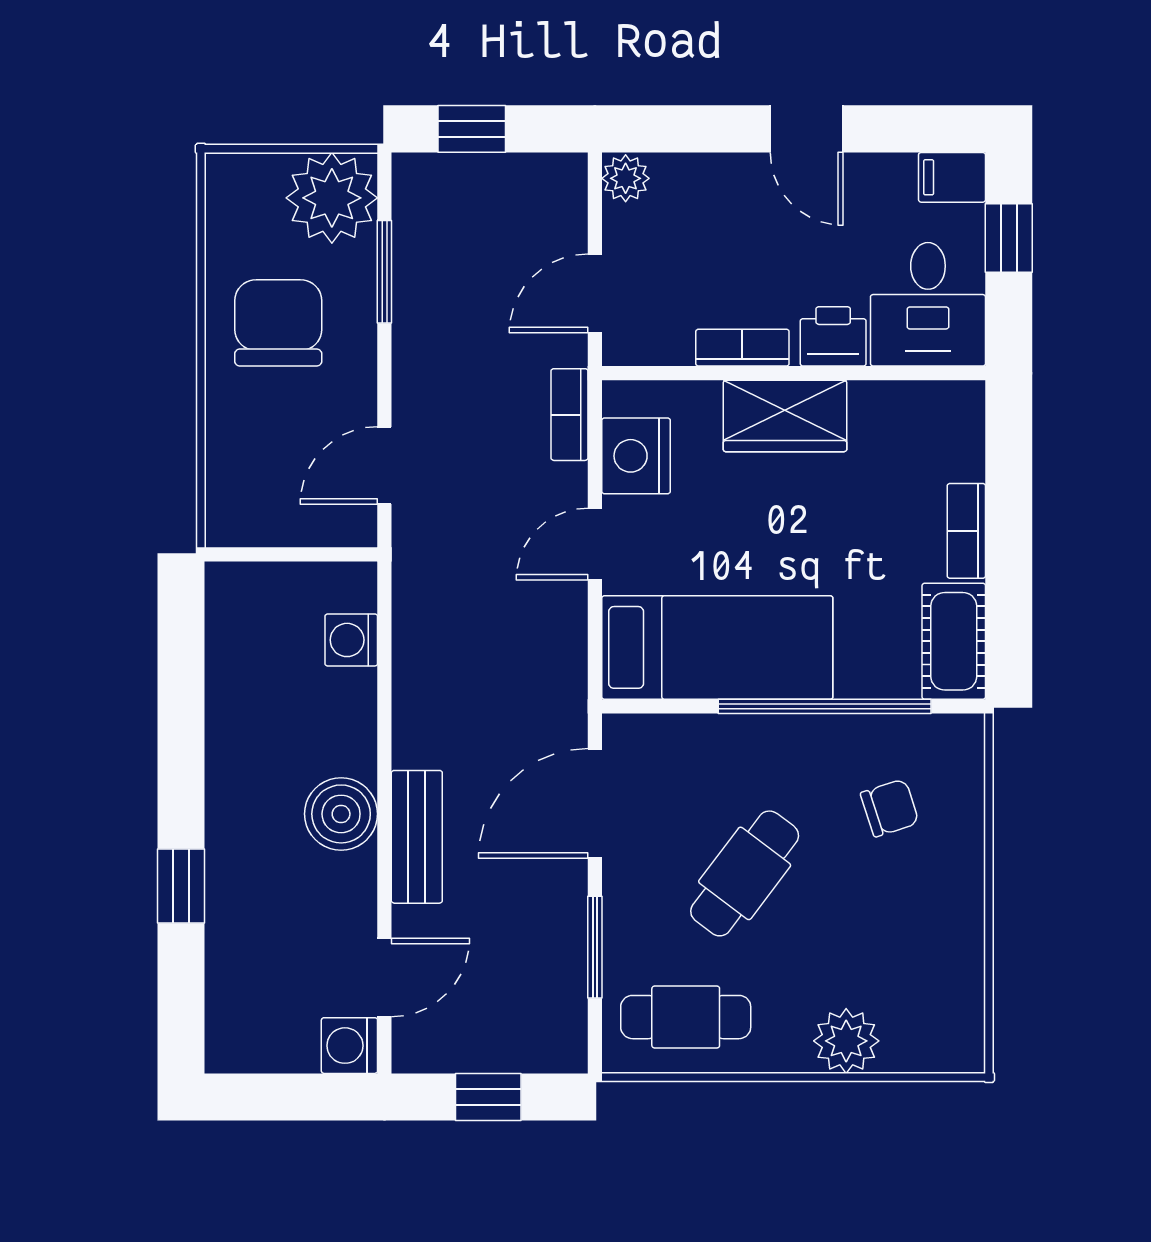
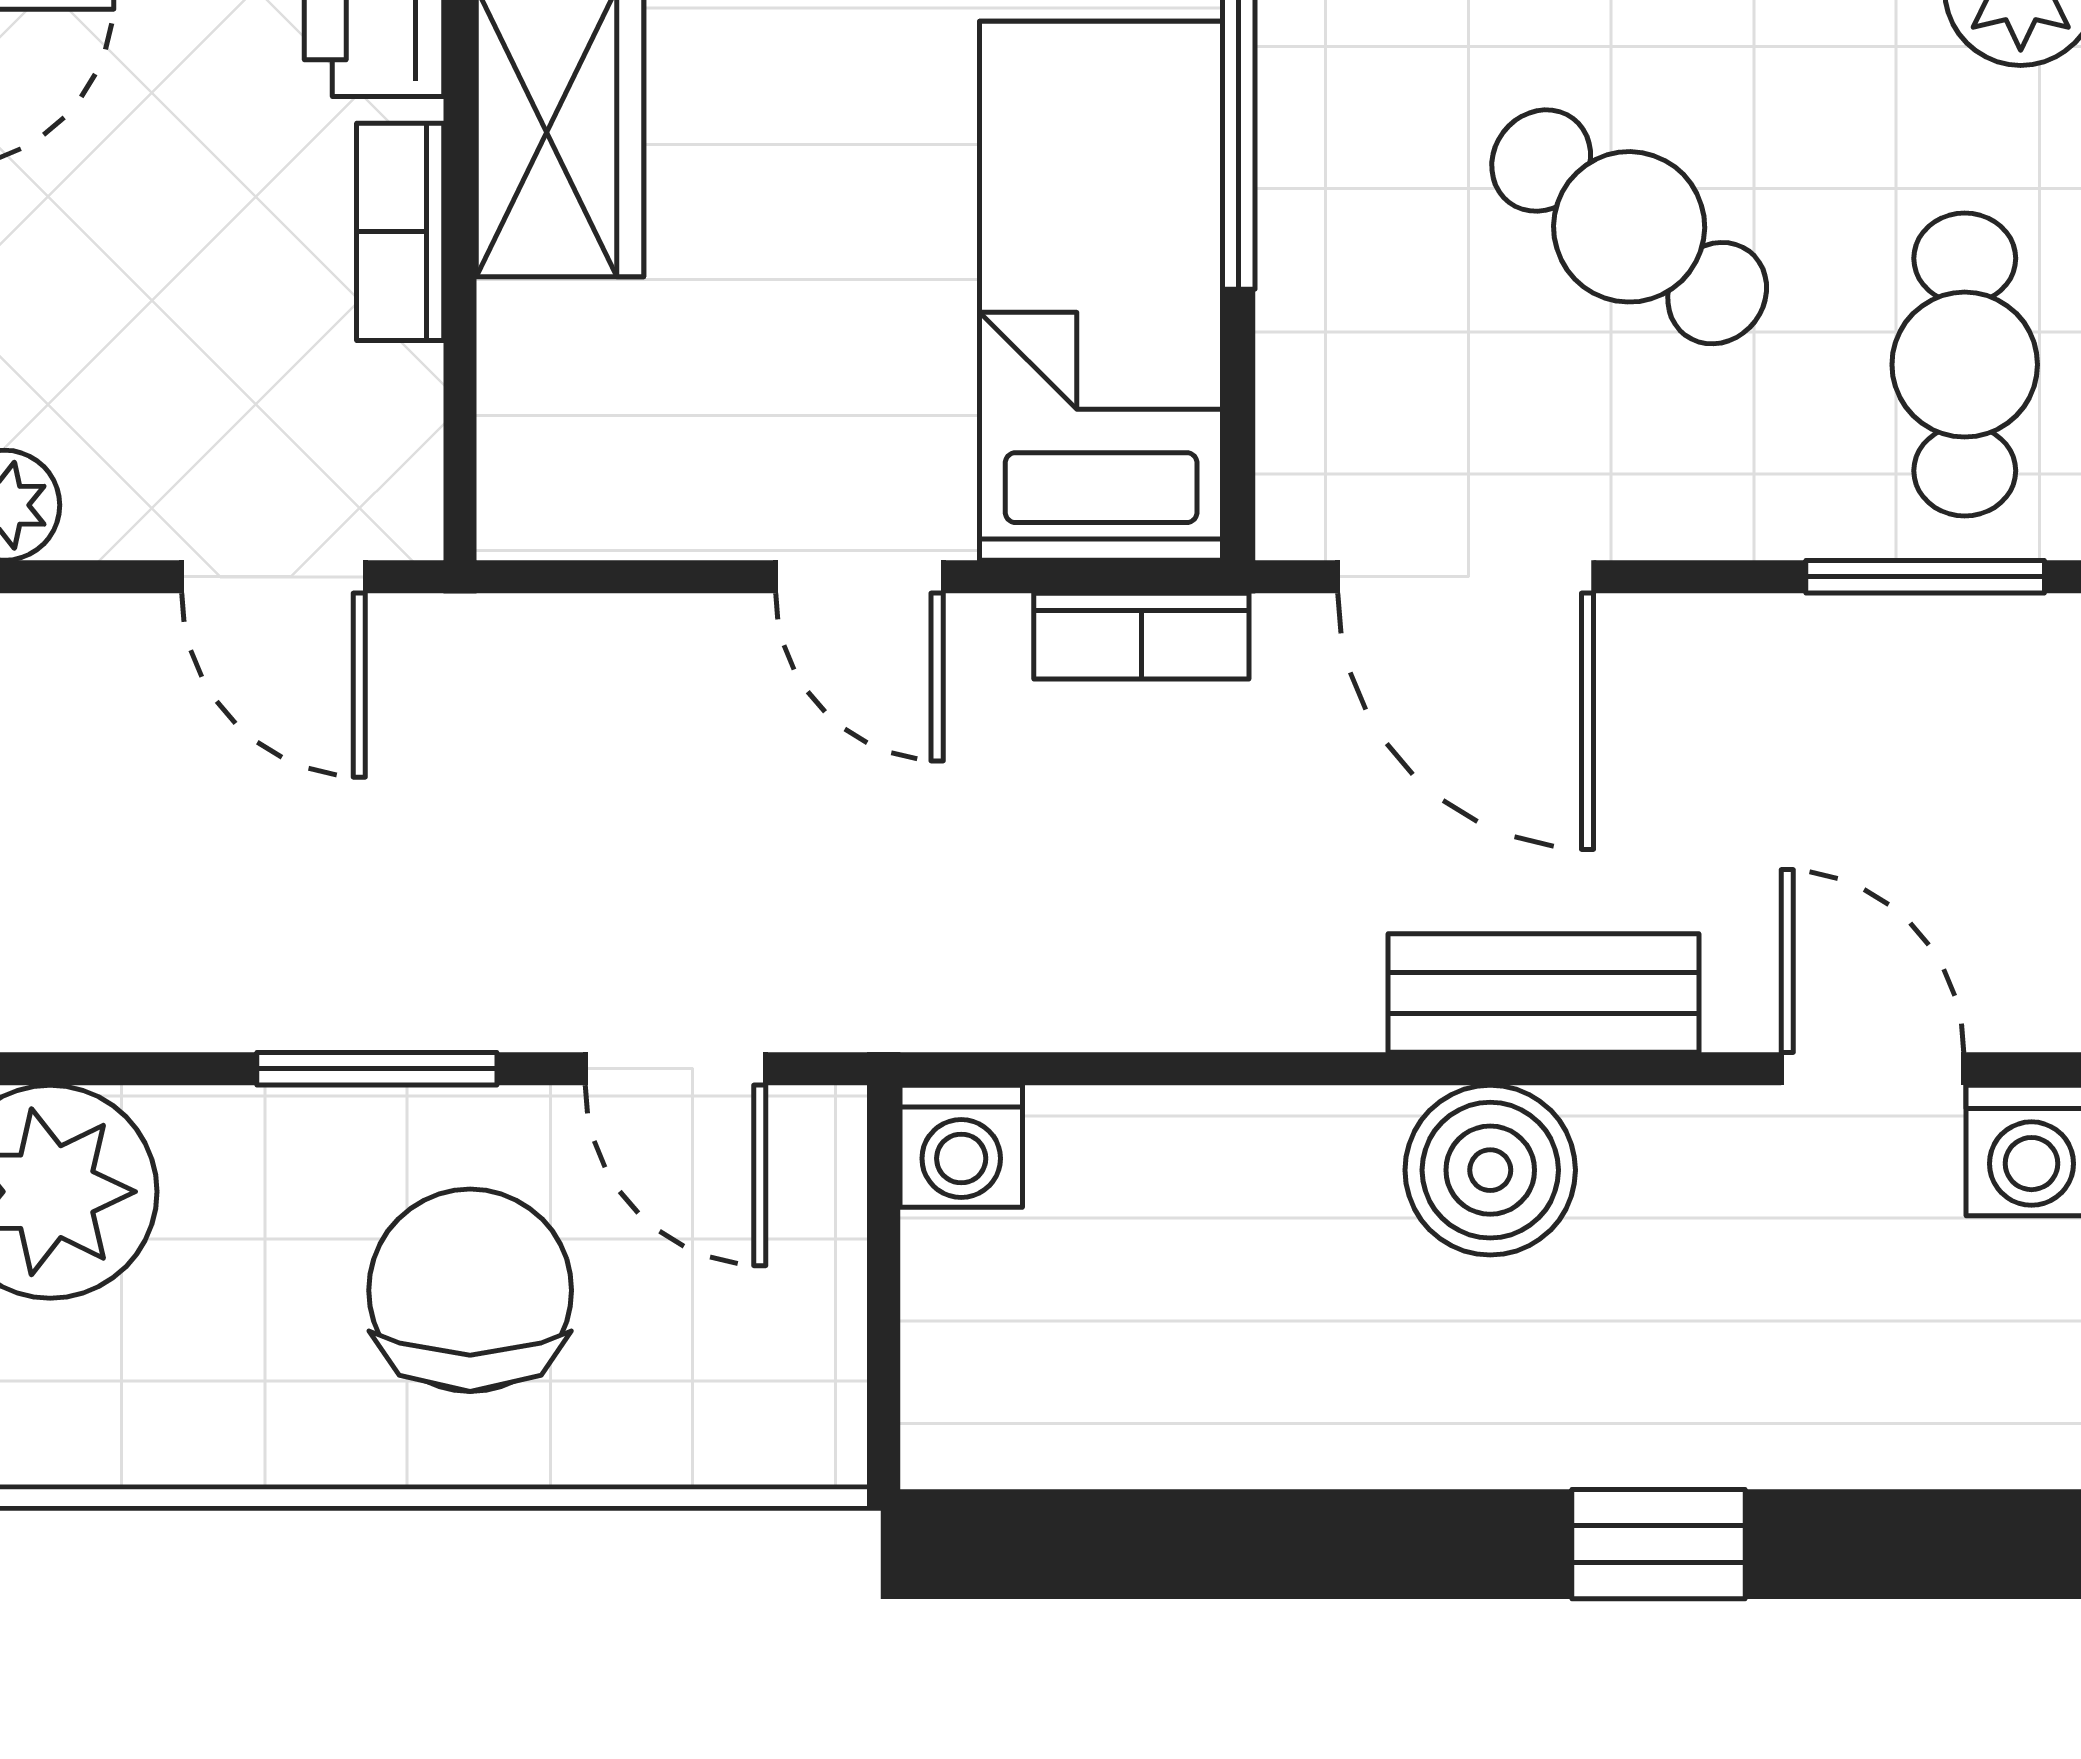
window: (384, 272) -> (377, 1069), moved
chair: (278, 323) -> (470, 1290), moved, turned 90
bookcase: (569, 415) -> (1141, 636), moved
nightstand: (636, 456) -> (653, 481), removed
washing machine: (351, 640) -> (961, 1146), moved
window: (595, 947) -> (1925, 577), moved

